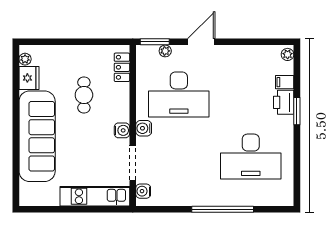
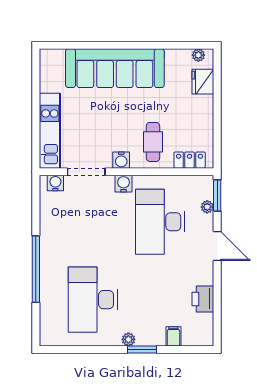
plant: (288, 54) -> (128, 339), moved
fridge: (29, 78) -> (203, 82), moved, turned 90
cafe table: (84, 95) -> (153, 142), moved, turned 90
printer: (284, 102) -> (203, 299), moved, turned -90

